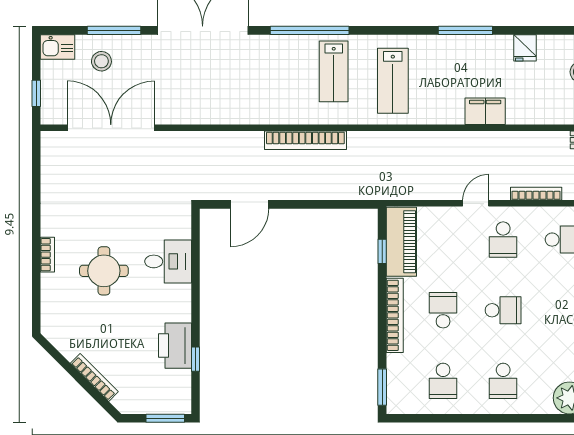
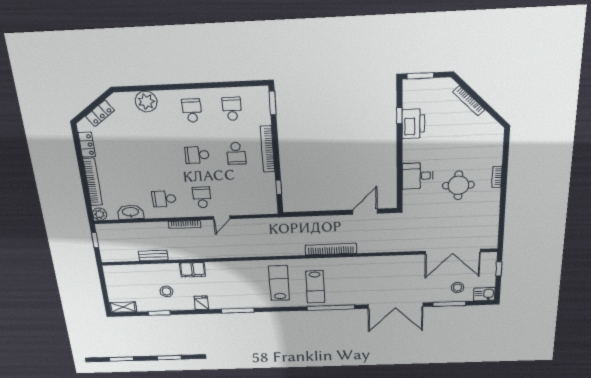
lab bench: (334, 71) -> (315, 287), turned 180
filing cabinet: (485, 111) -> (193, 270), moved
piano: (401, 242) -> (267, 194), removed
round table: (104, 271) -> (458, 185), moved

